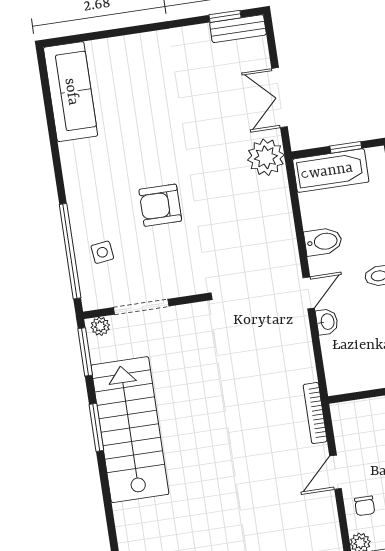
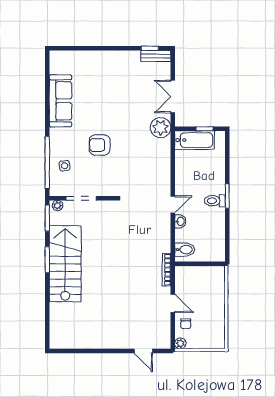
sofa: (71, 92) -> (60, 101), moved
bidet: (323, 242) -> (185, 250), moved
door: (336, 472) -> (173, 303), swing flipped

